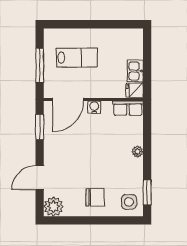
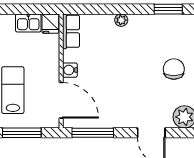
window: (40, 127) -> (93, 133), width x1.44
side table: (129, 202) -> (179, 30), removed

